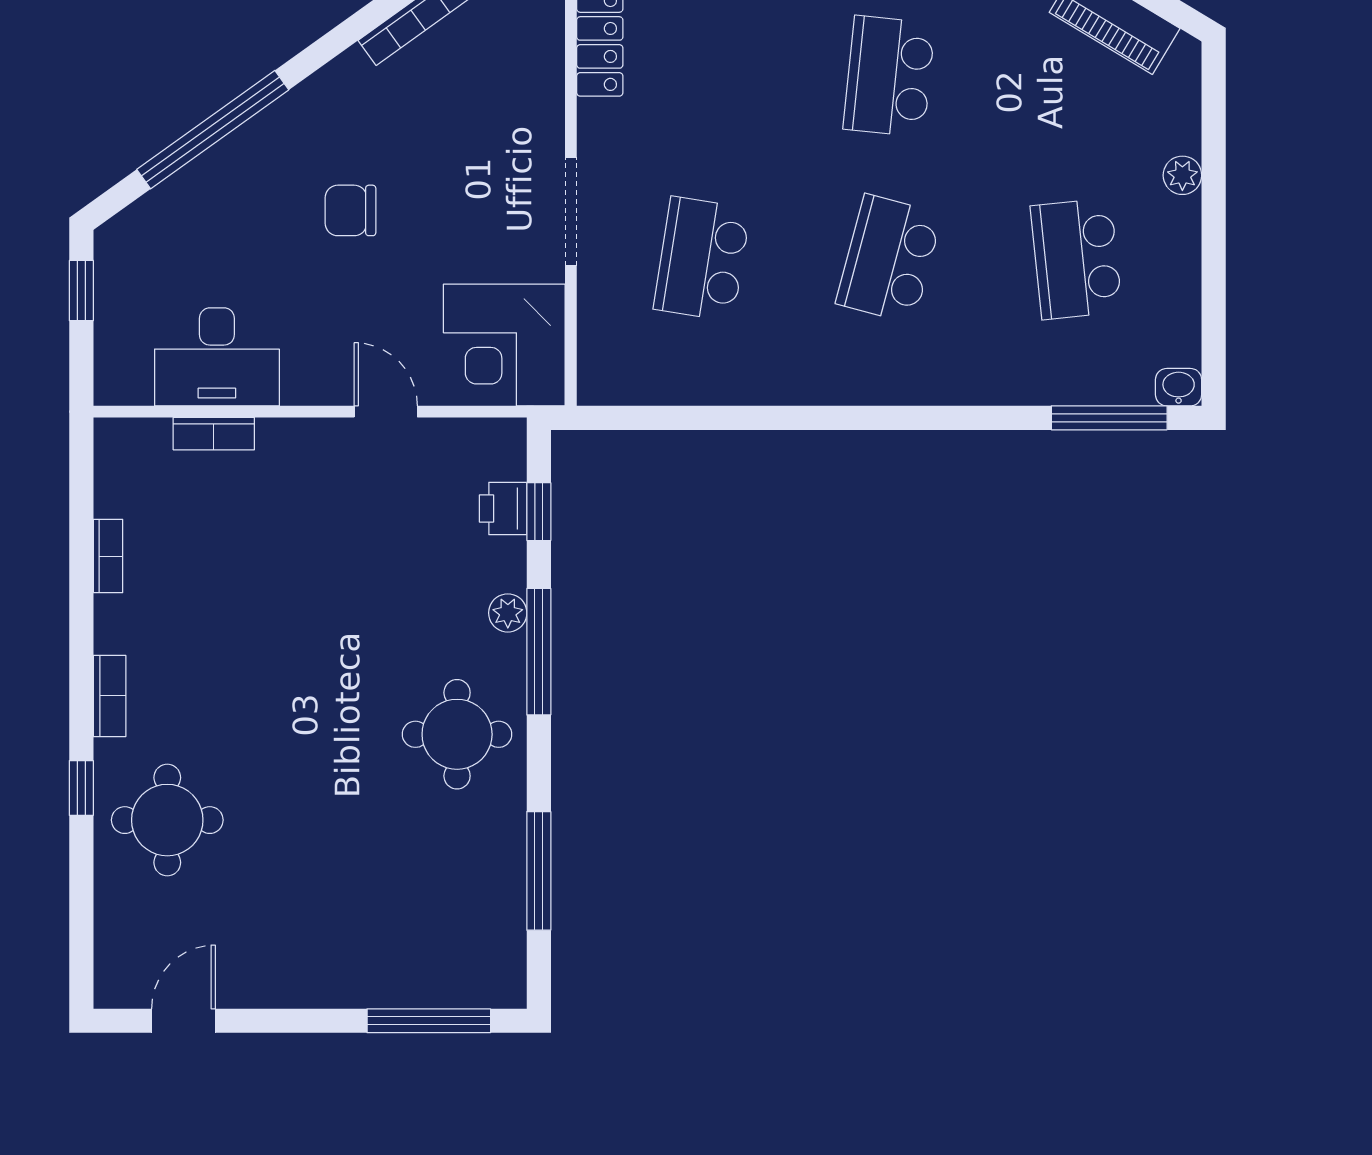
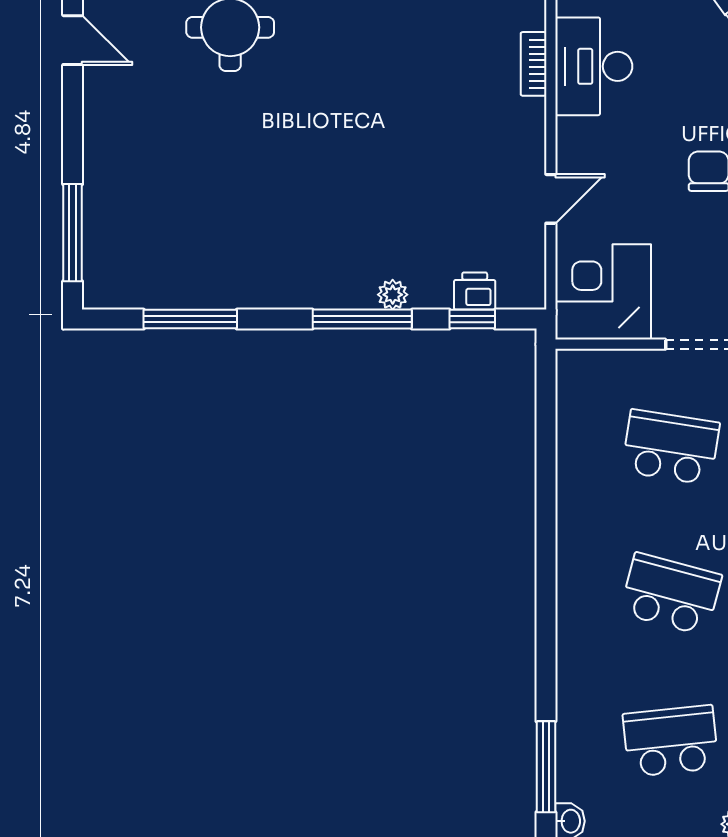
round table: (457, 734) -> (297, 255), removed

